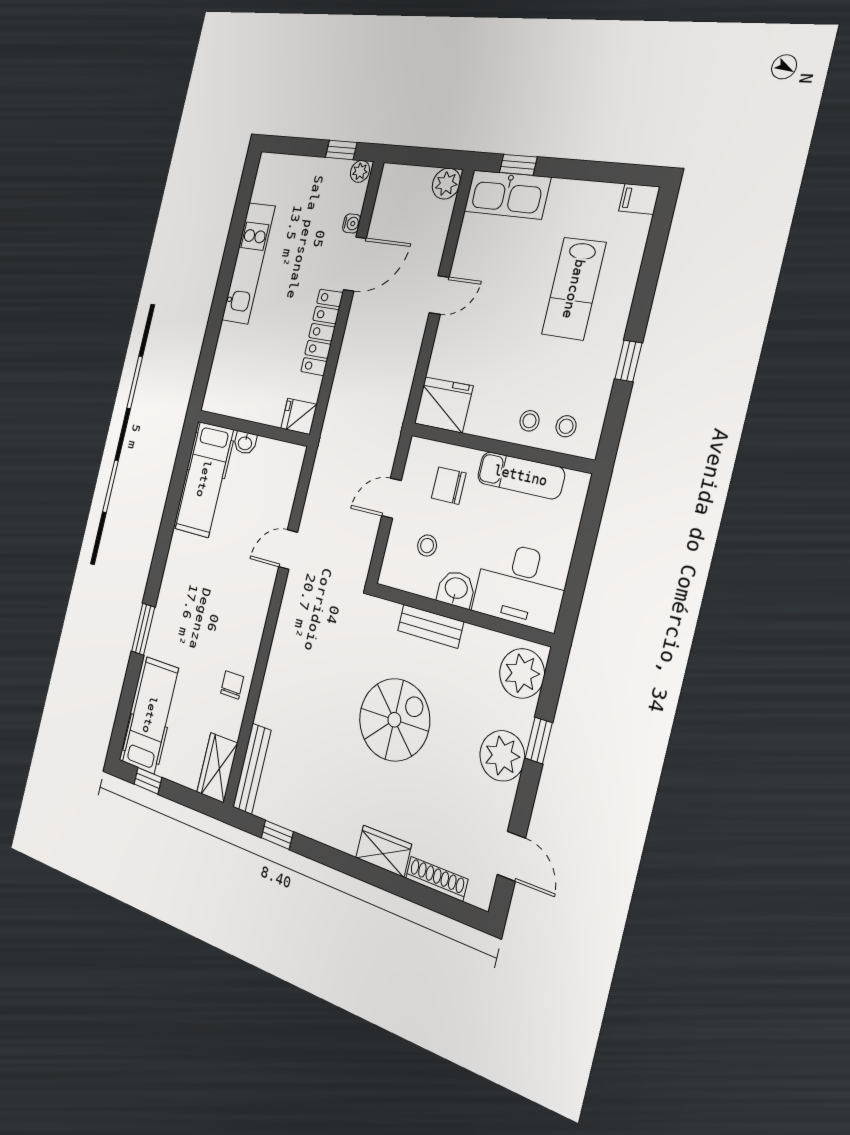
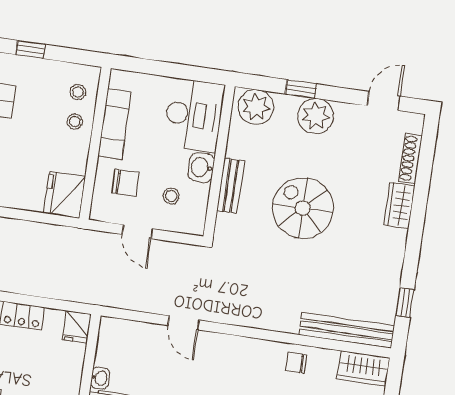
chair: (449, 486) -> (125, 183), turned -90
bench: (252, 769) -> (347, 330), width x1.37, depth x1.21

